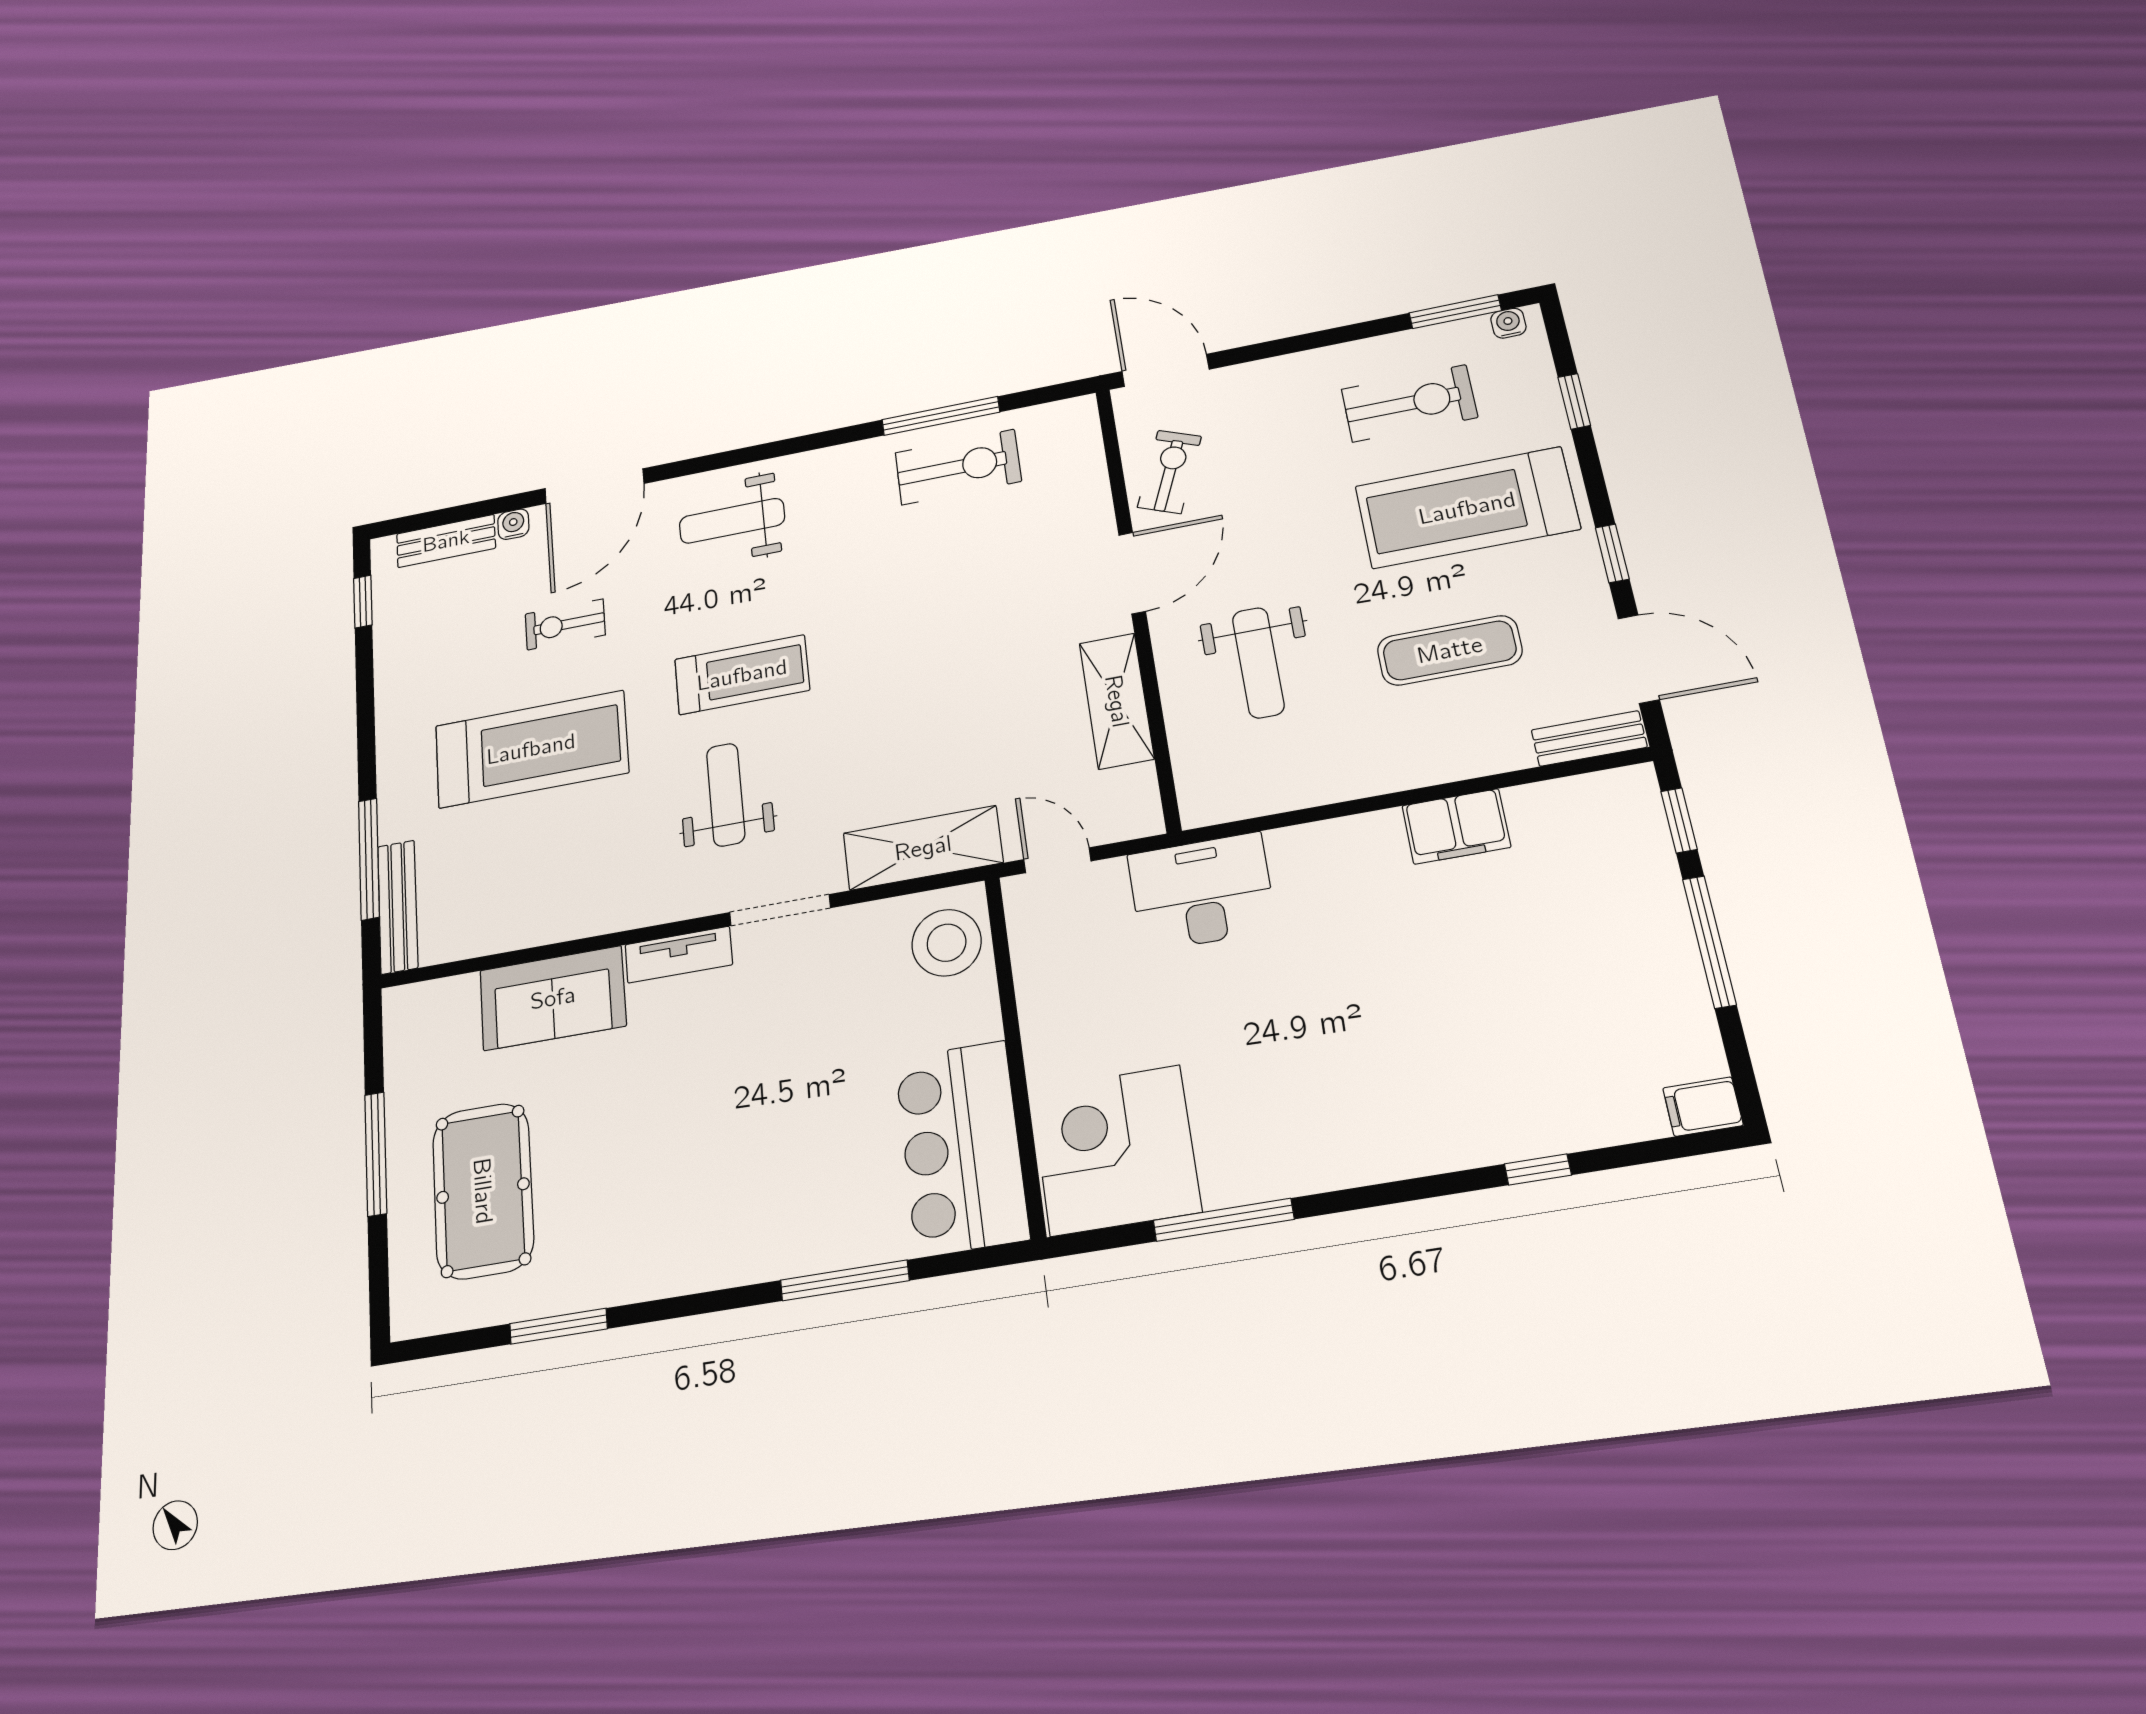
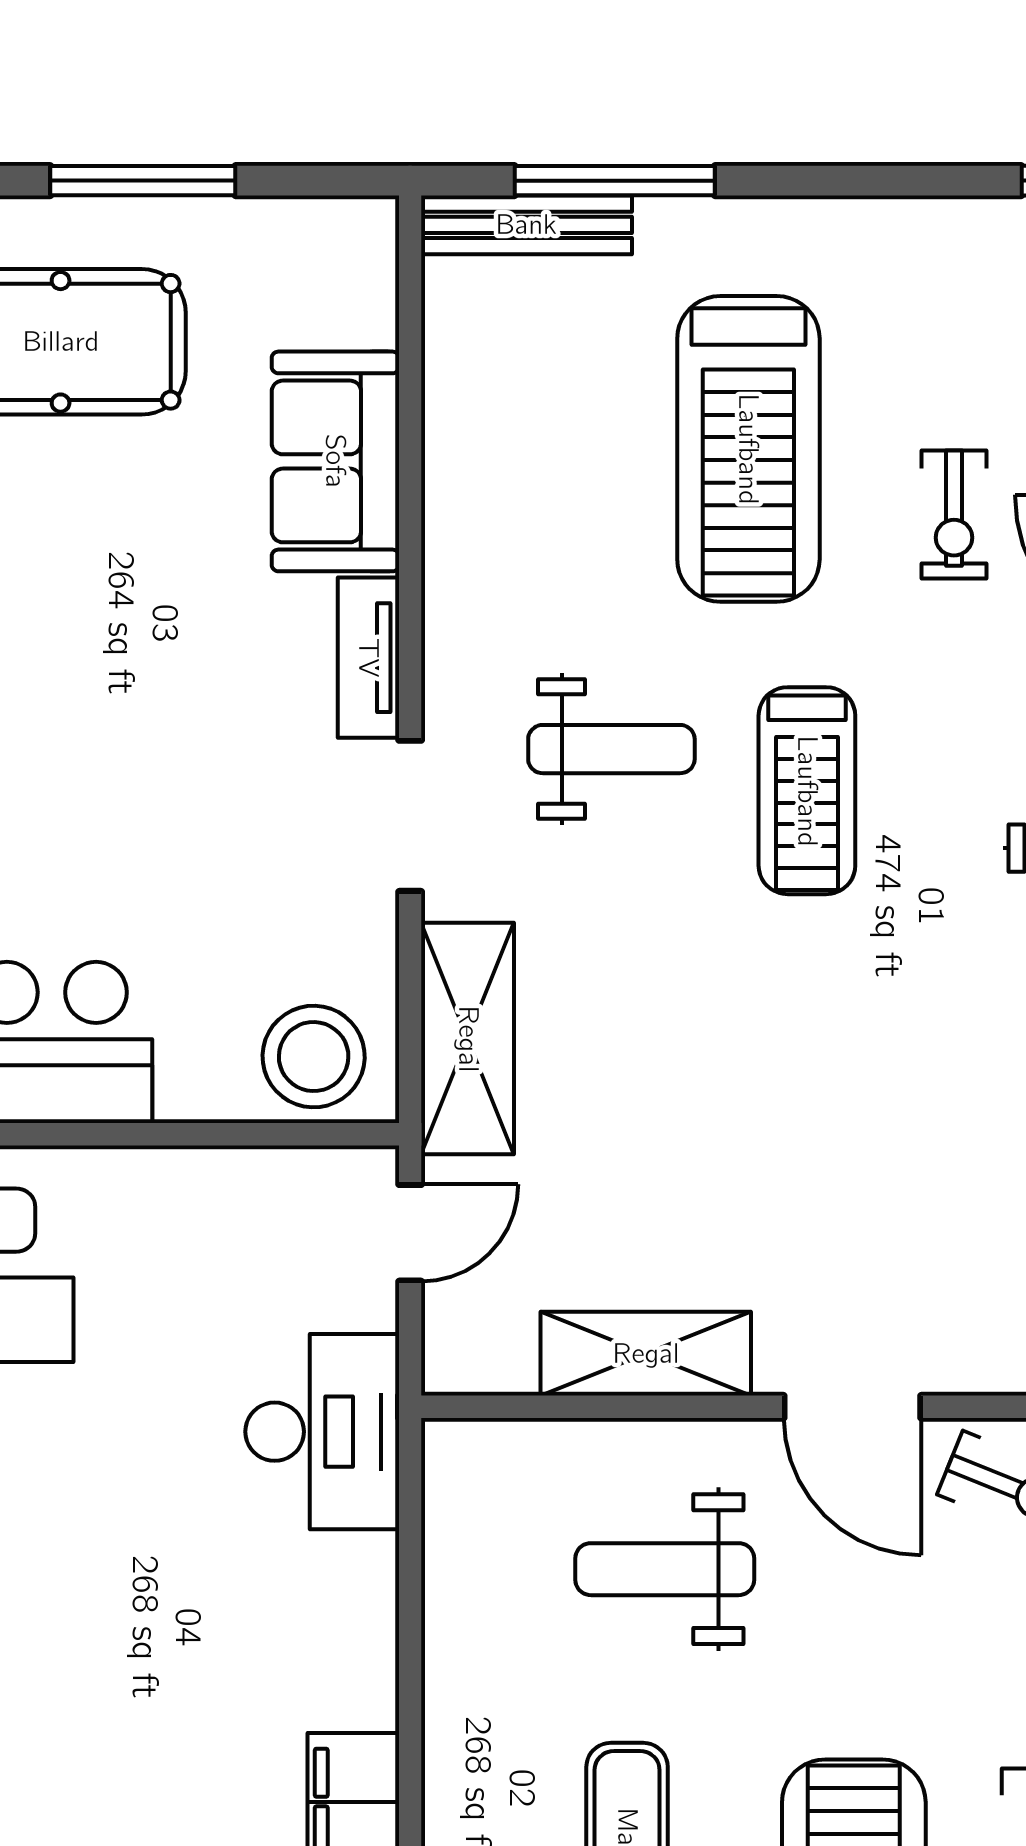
exercise bike: (565, 624) -> (954, 515), turned 180

